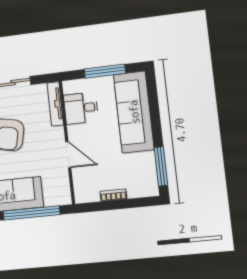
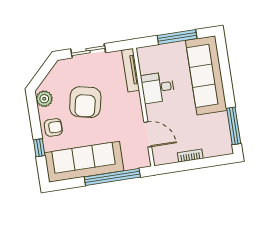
desk: (81, 108) -> (158, 88), moved
door: (68, 155) -> (148, 134), moved

